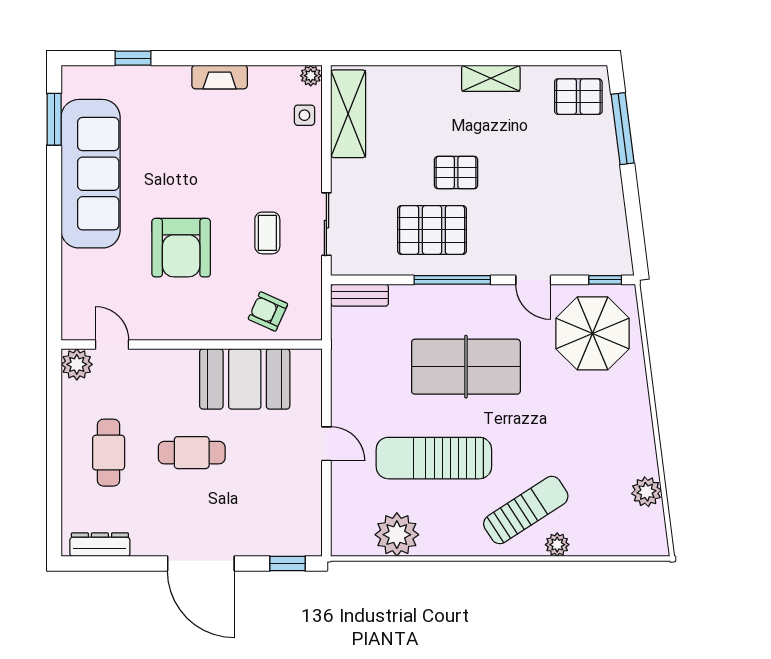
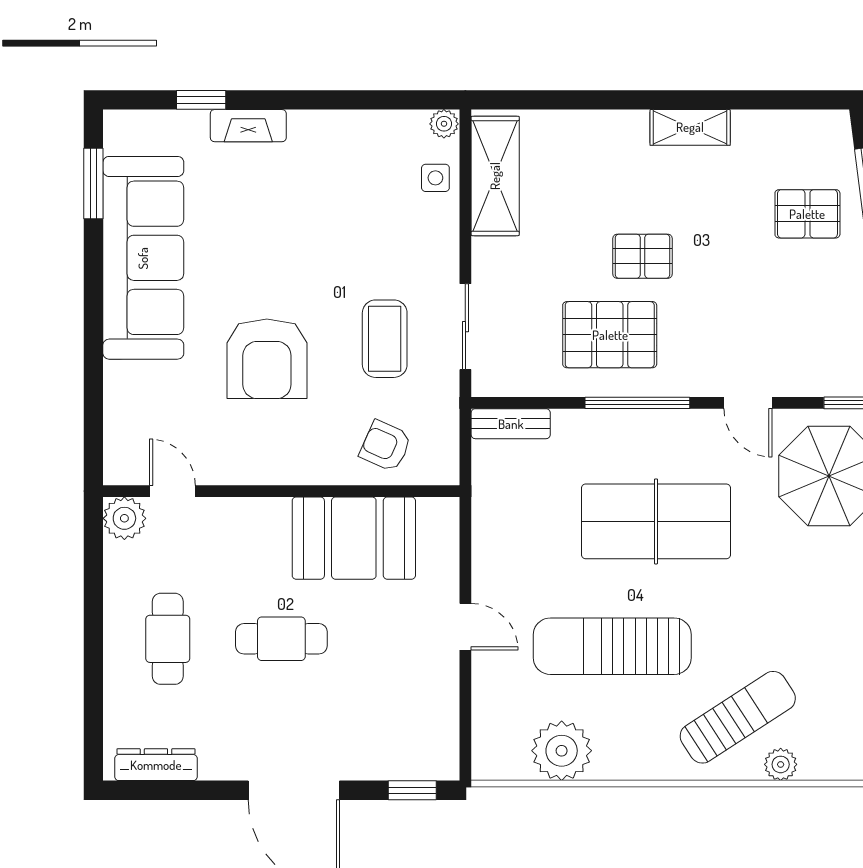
fireplace: (220, 77) -> (248, 126), moved
pallet: (578, 97) -> (807, 214), moved
coffee table: (267, 233) -> (385, 339), width x1.36, depth x1.30

